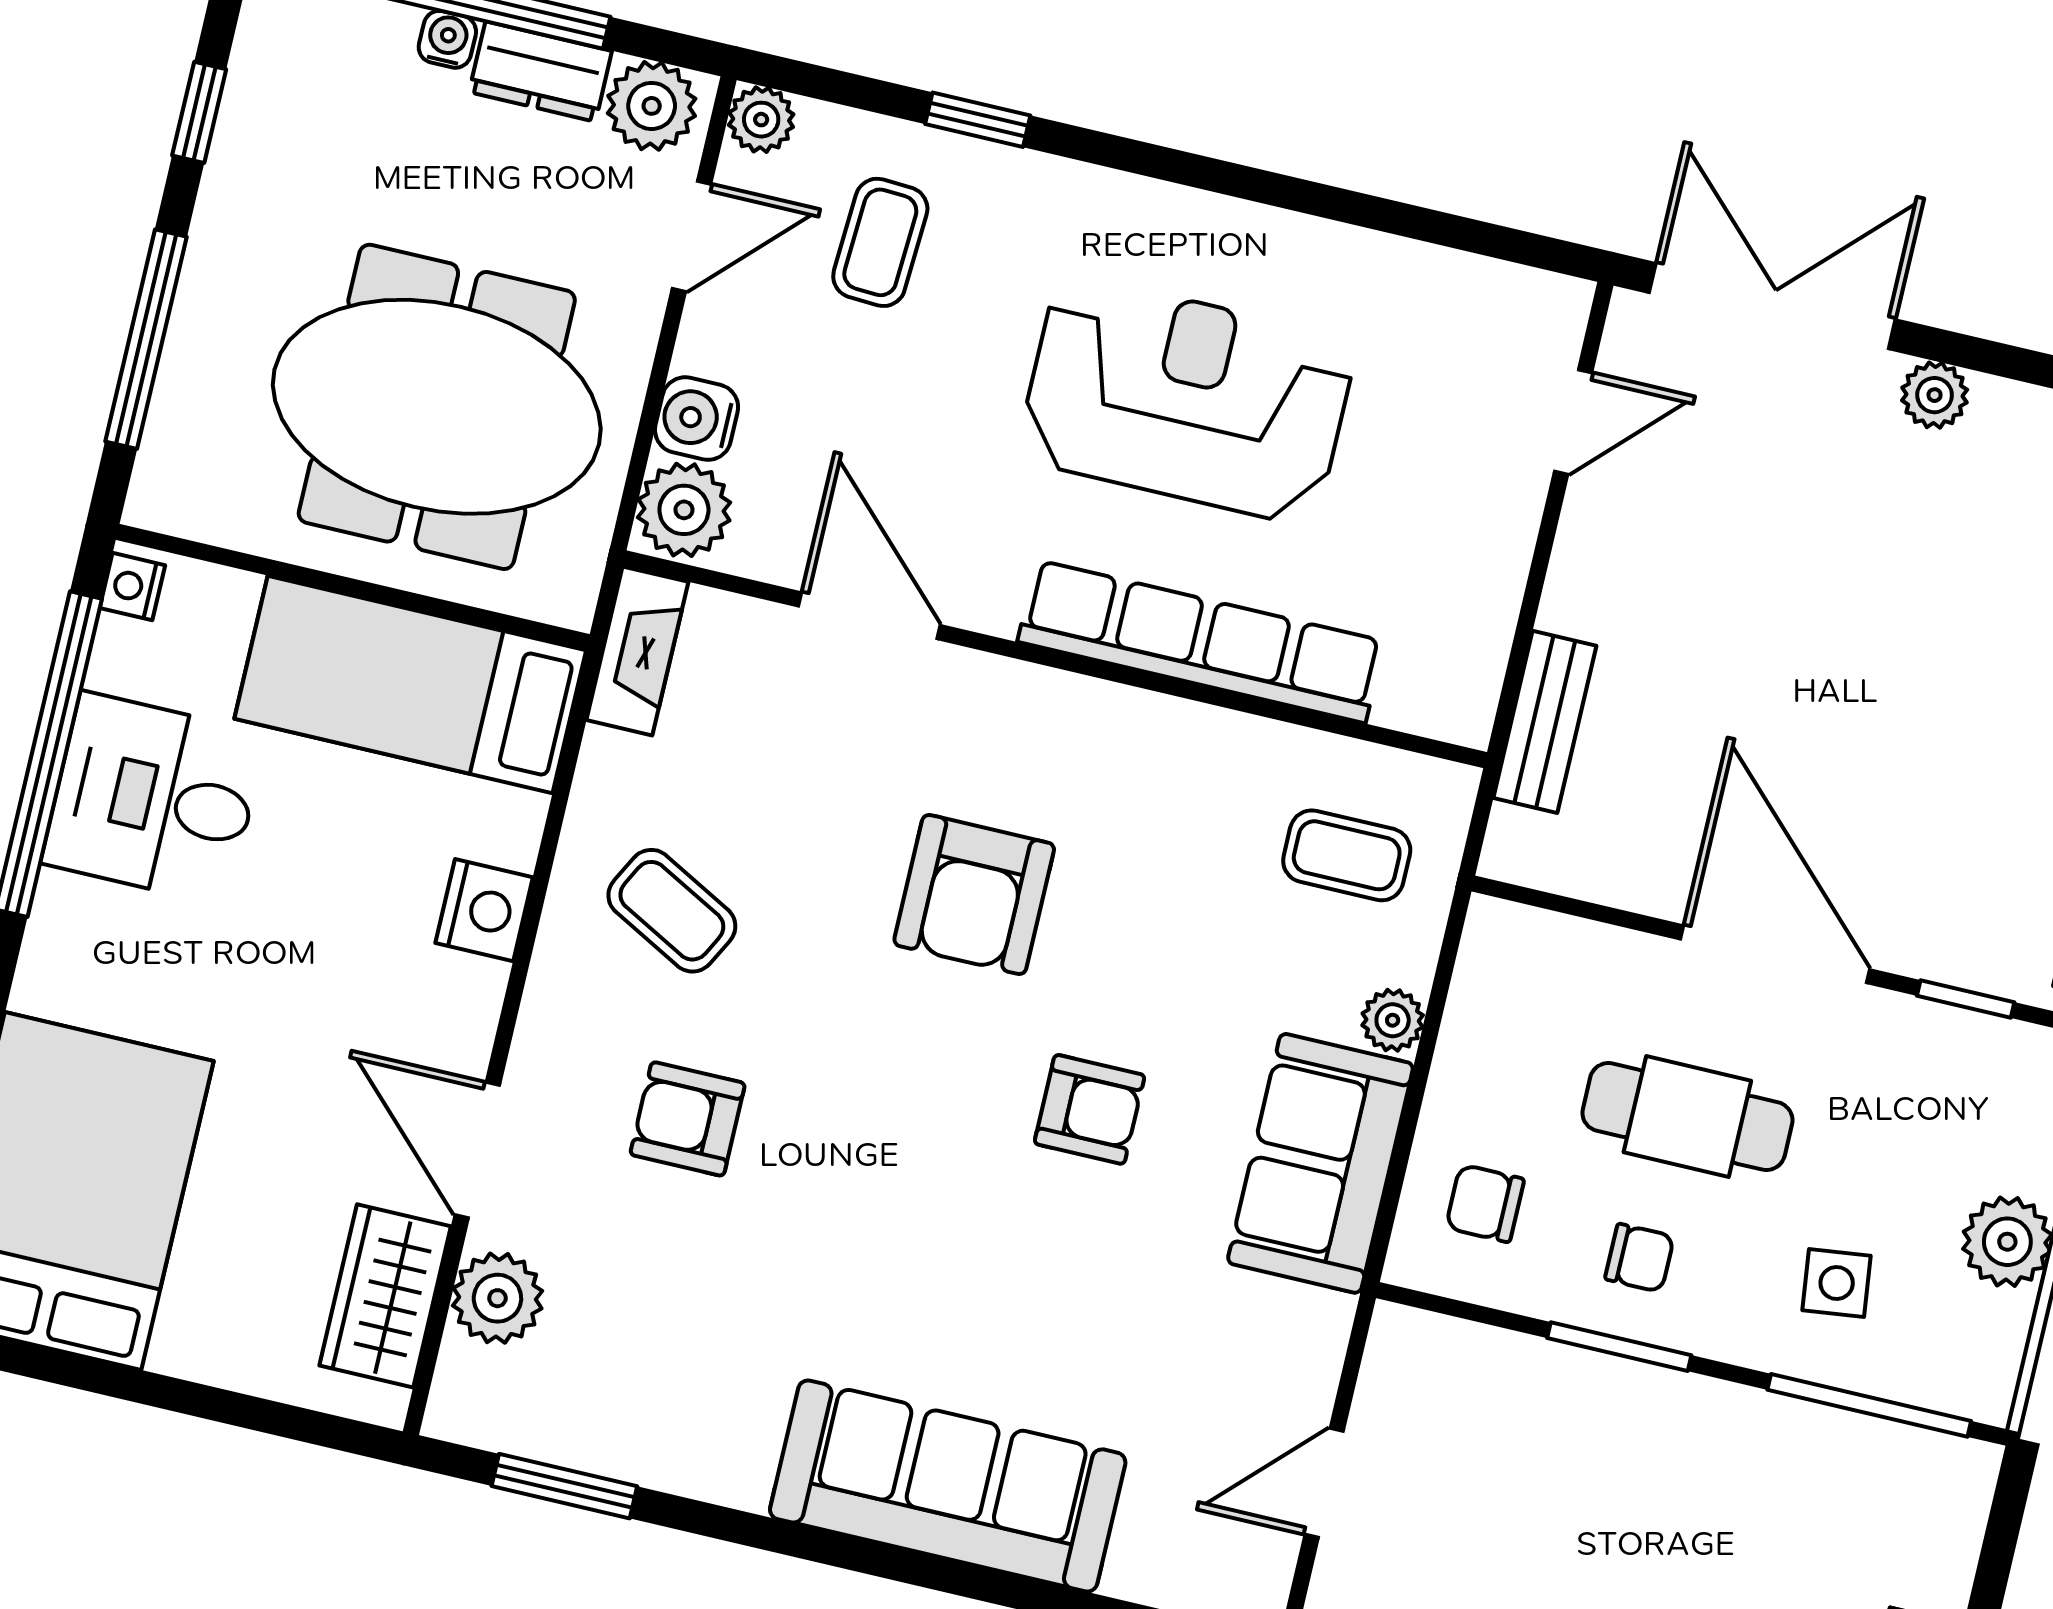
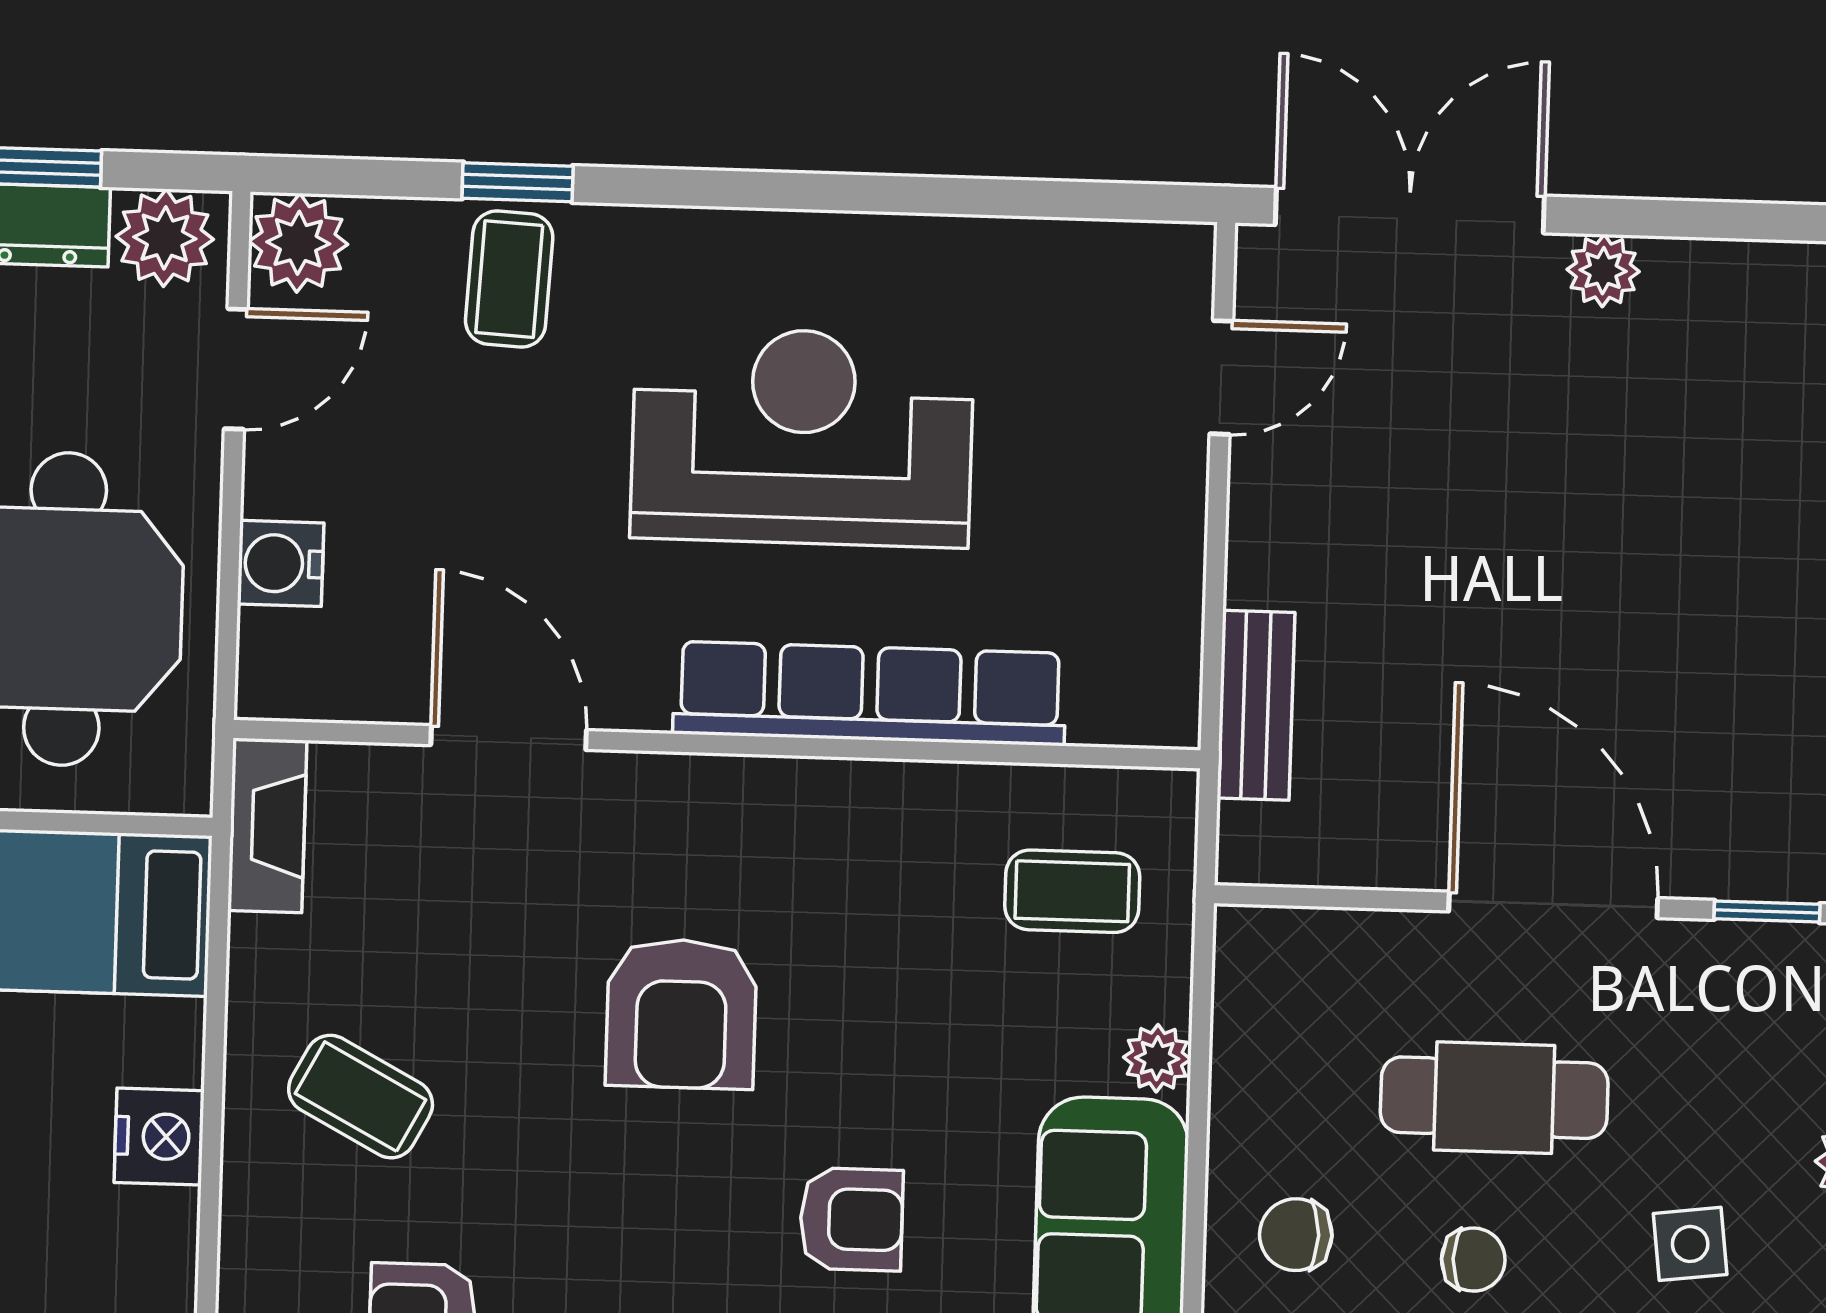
plant: (761, 120) -> (298, 243), width x1.38, depth x1.38
coffee table: (880, 242) -> (509, 279), moved
plant: (684, 510) -> (287, 664), removed

